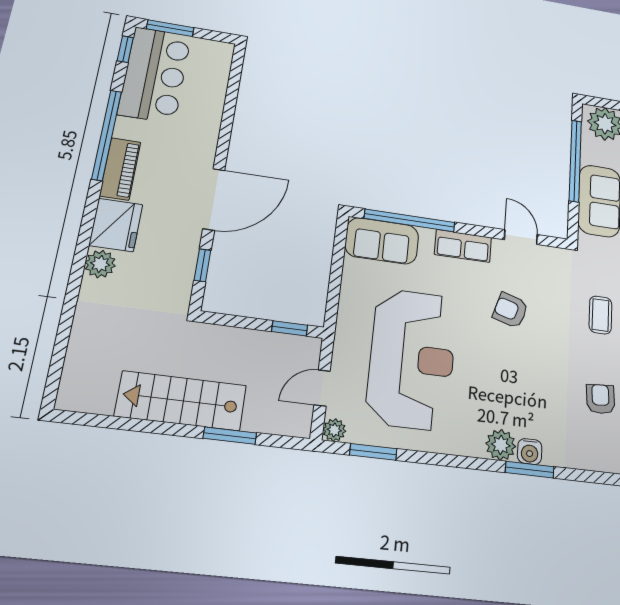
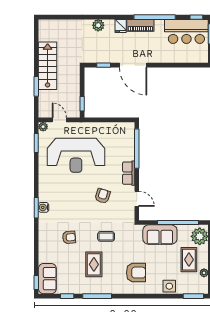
fridge: (116, 225) -> (121, 26), width x0.53, depth x0.75
door: (521, 237) -> (137, 199), hinge flipped
sofa: (382, 241) -> (126, 138), removed
plant: (501, 445) -> (45, 195), removed

